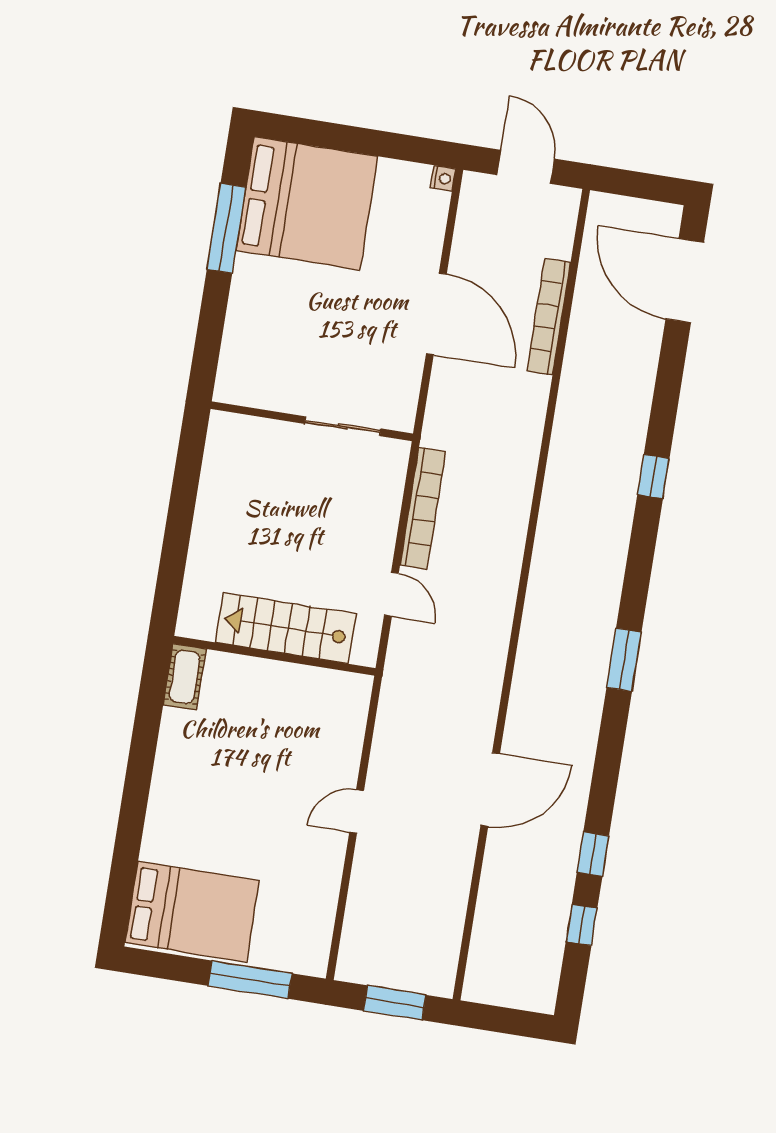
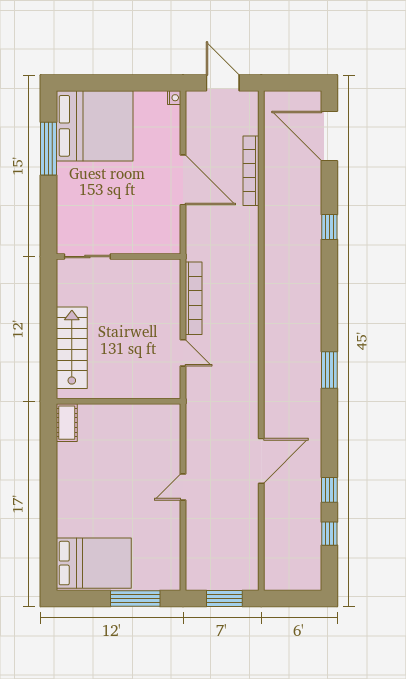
sliding door: (343, 426) -> (87, 257), moved
window: (653, 476) -> (329, 227), moved
stairs: (286, 628) -> (72, 348), moved, turned 90

